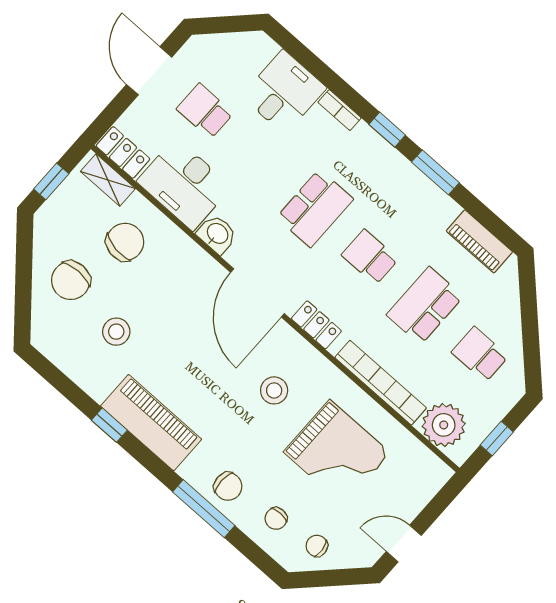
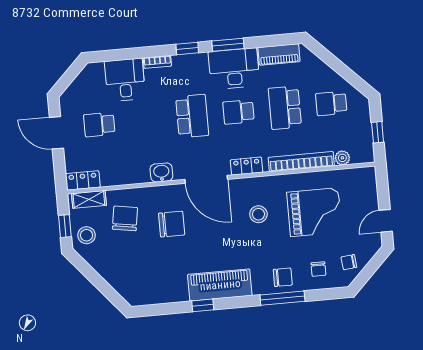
desk: (184, 184) -> (234, 69), moved, turned 180
chair: (71, 280) -> (172, 224), moved, turned -90
stool: (116, 332) -> (87, 235), moved
plant: (444, 425) -> (342, 158), width x0.53, depth x0.53

